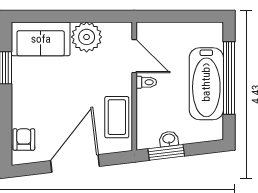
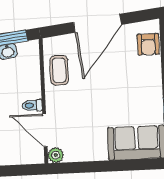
plant: (87, 37) -> (56, 155), moved, width x0.53, depth x0.53
coffee table: (117, 117) -> (59, 70), width x0.73, depth x0.77

